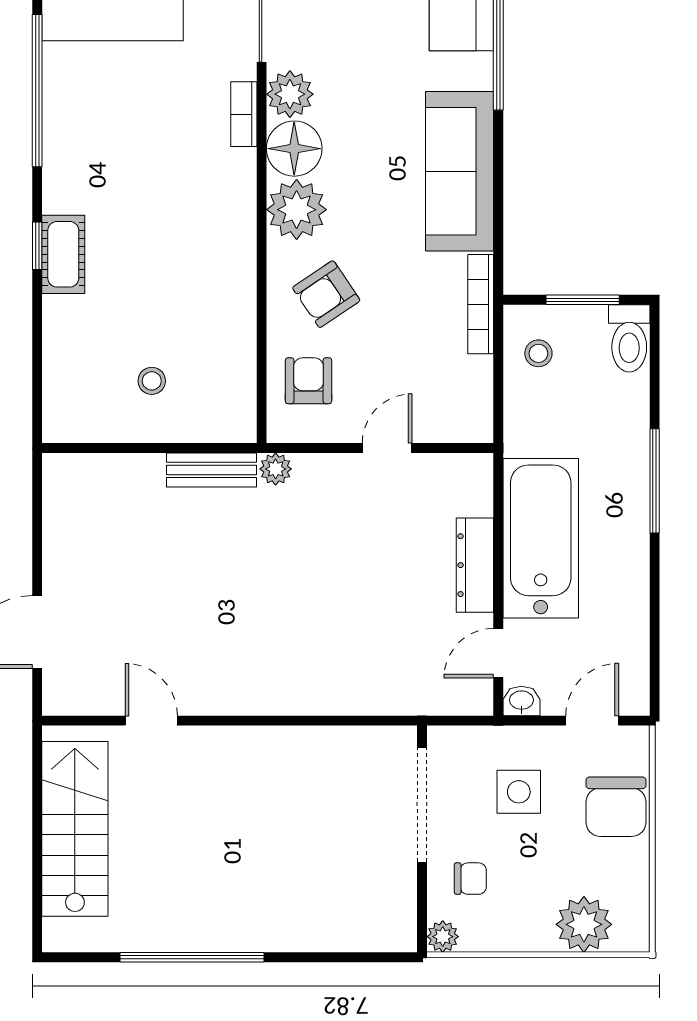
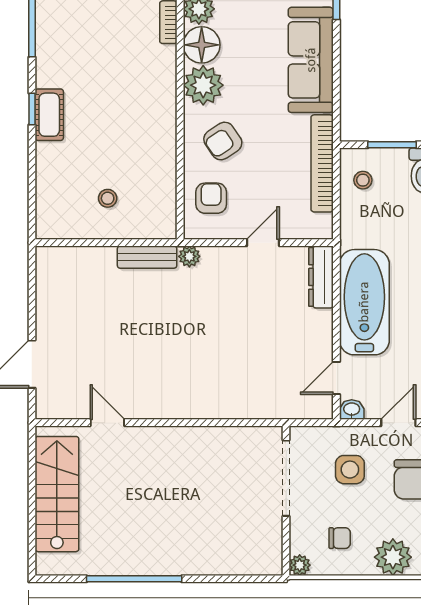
bookcase: (481, 304) -> (322, 163), width x1.48, depth x1.31
dresser: (475, 565) -> (321, 277), moved
chair: (470, 879) -> (340, 538), moved

